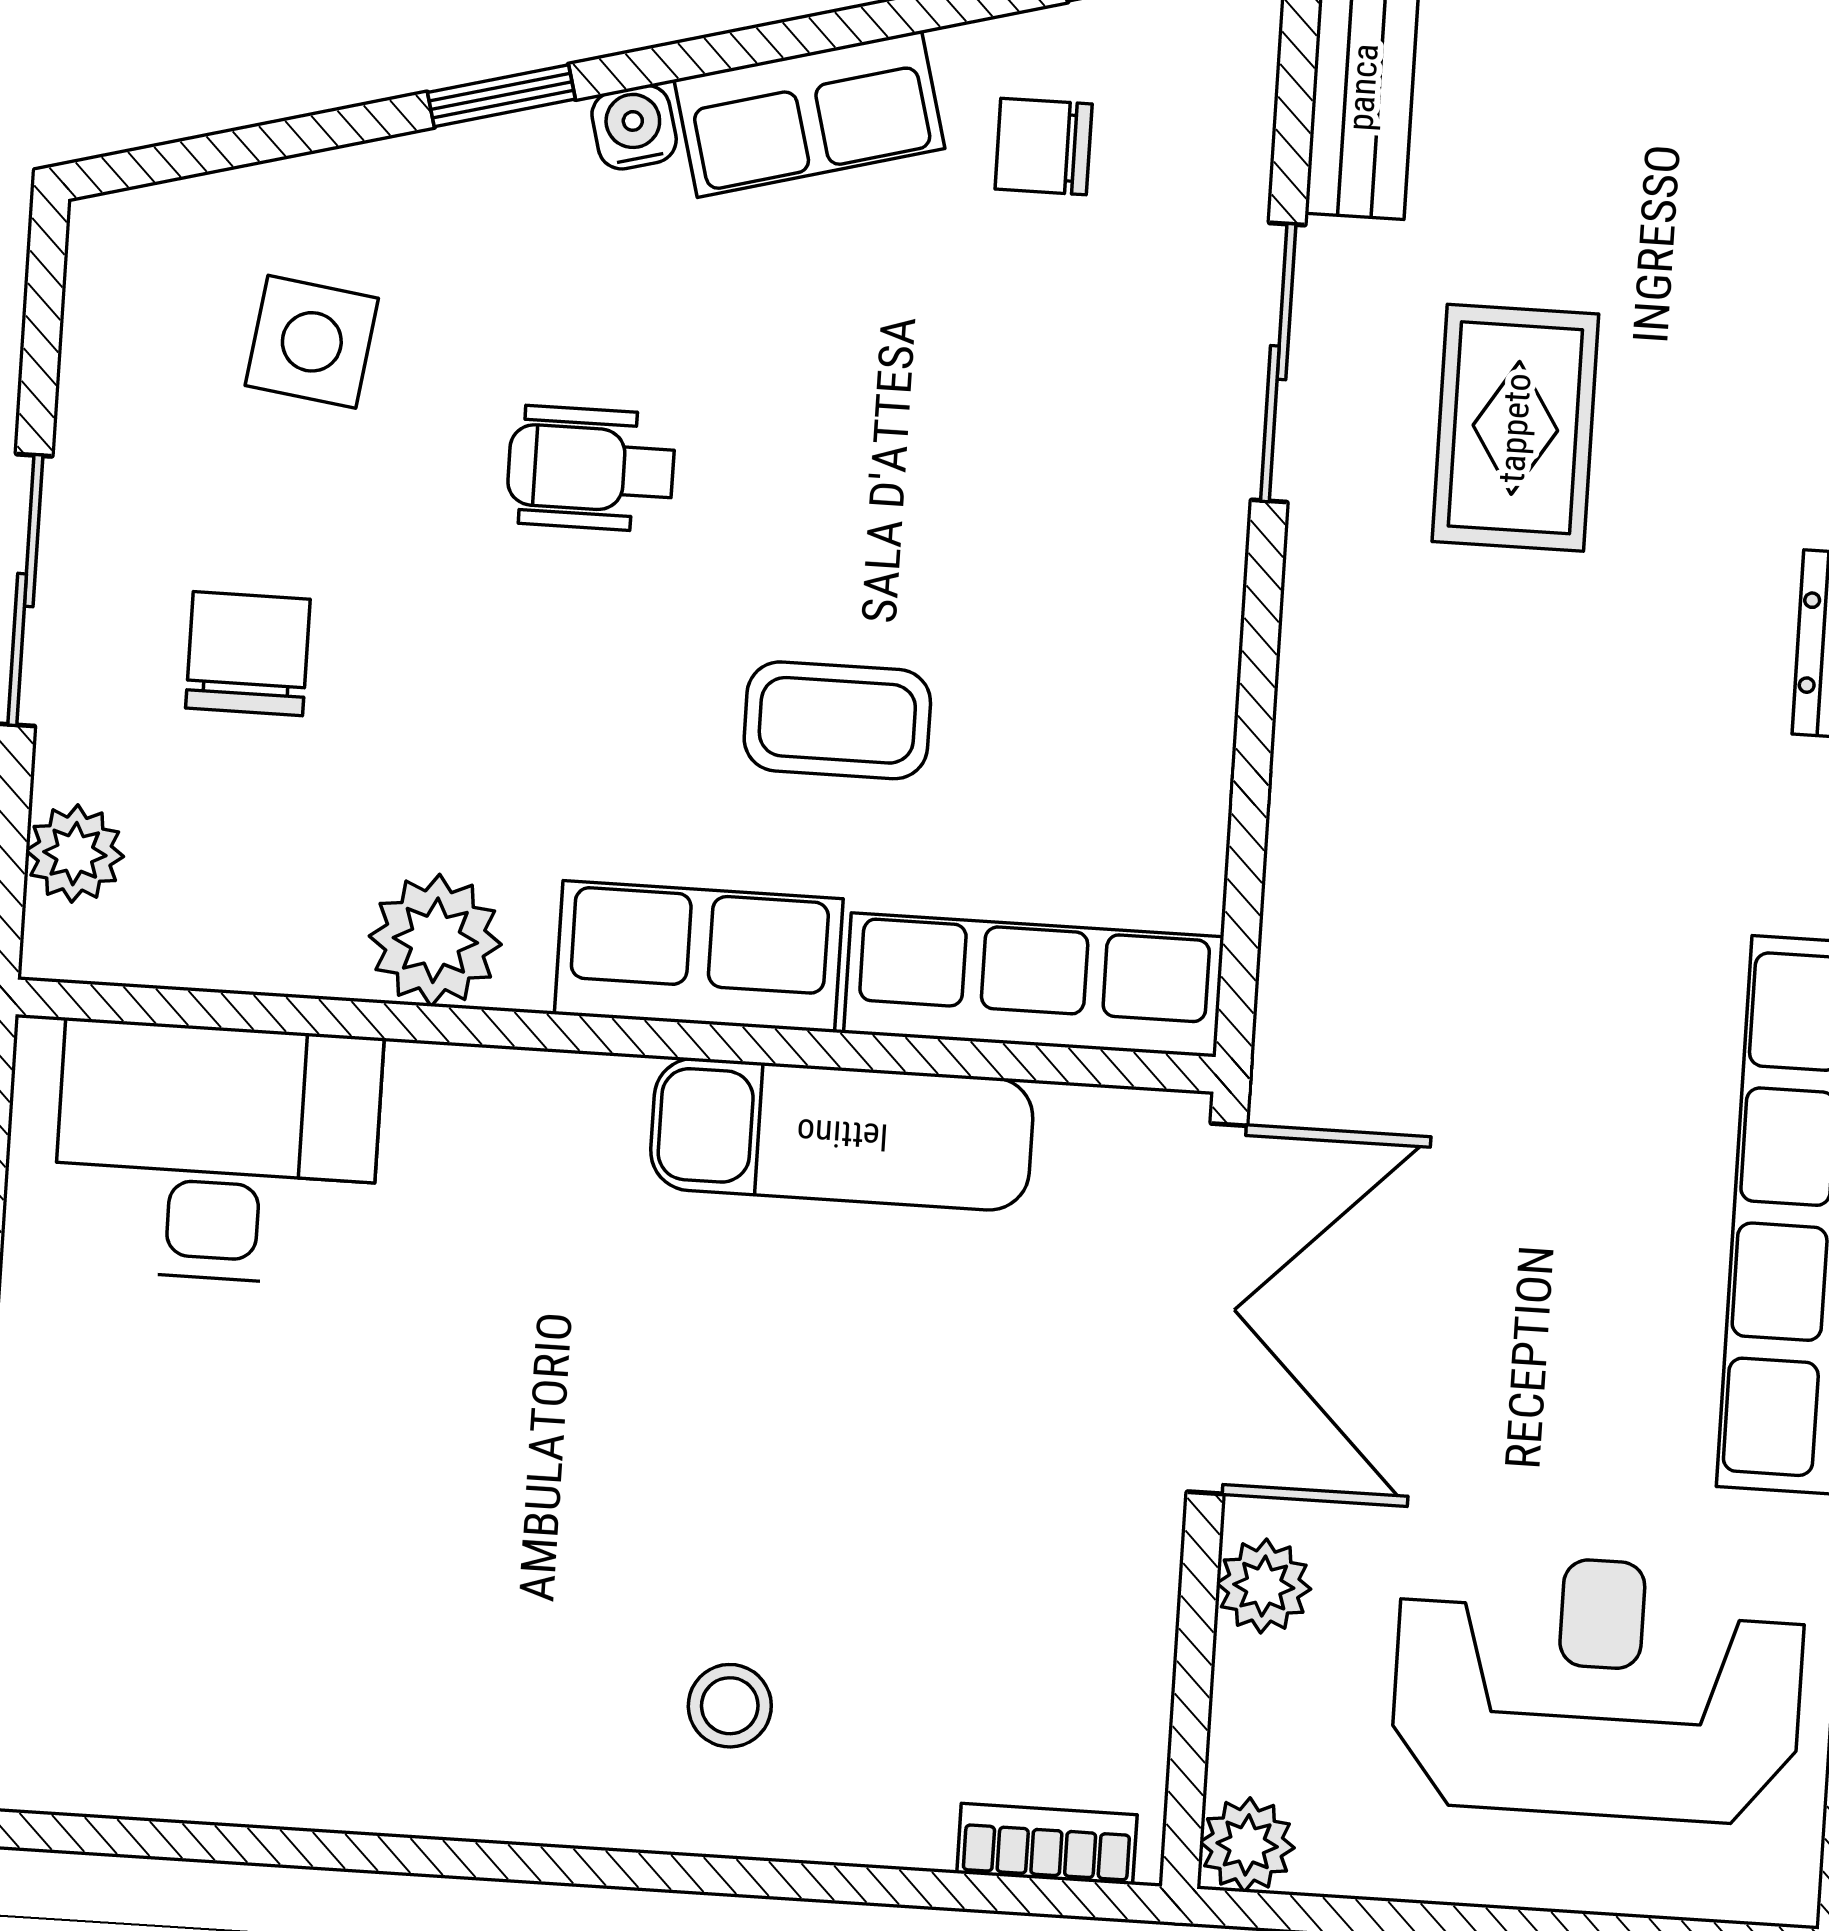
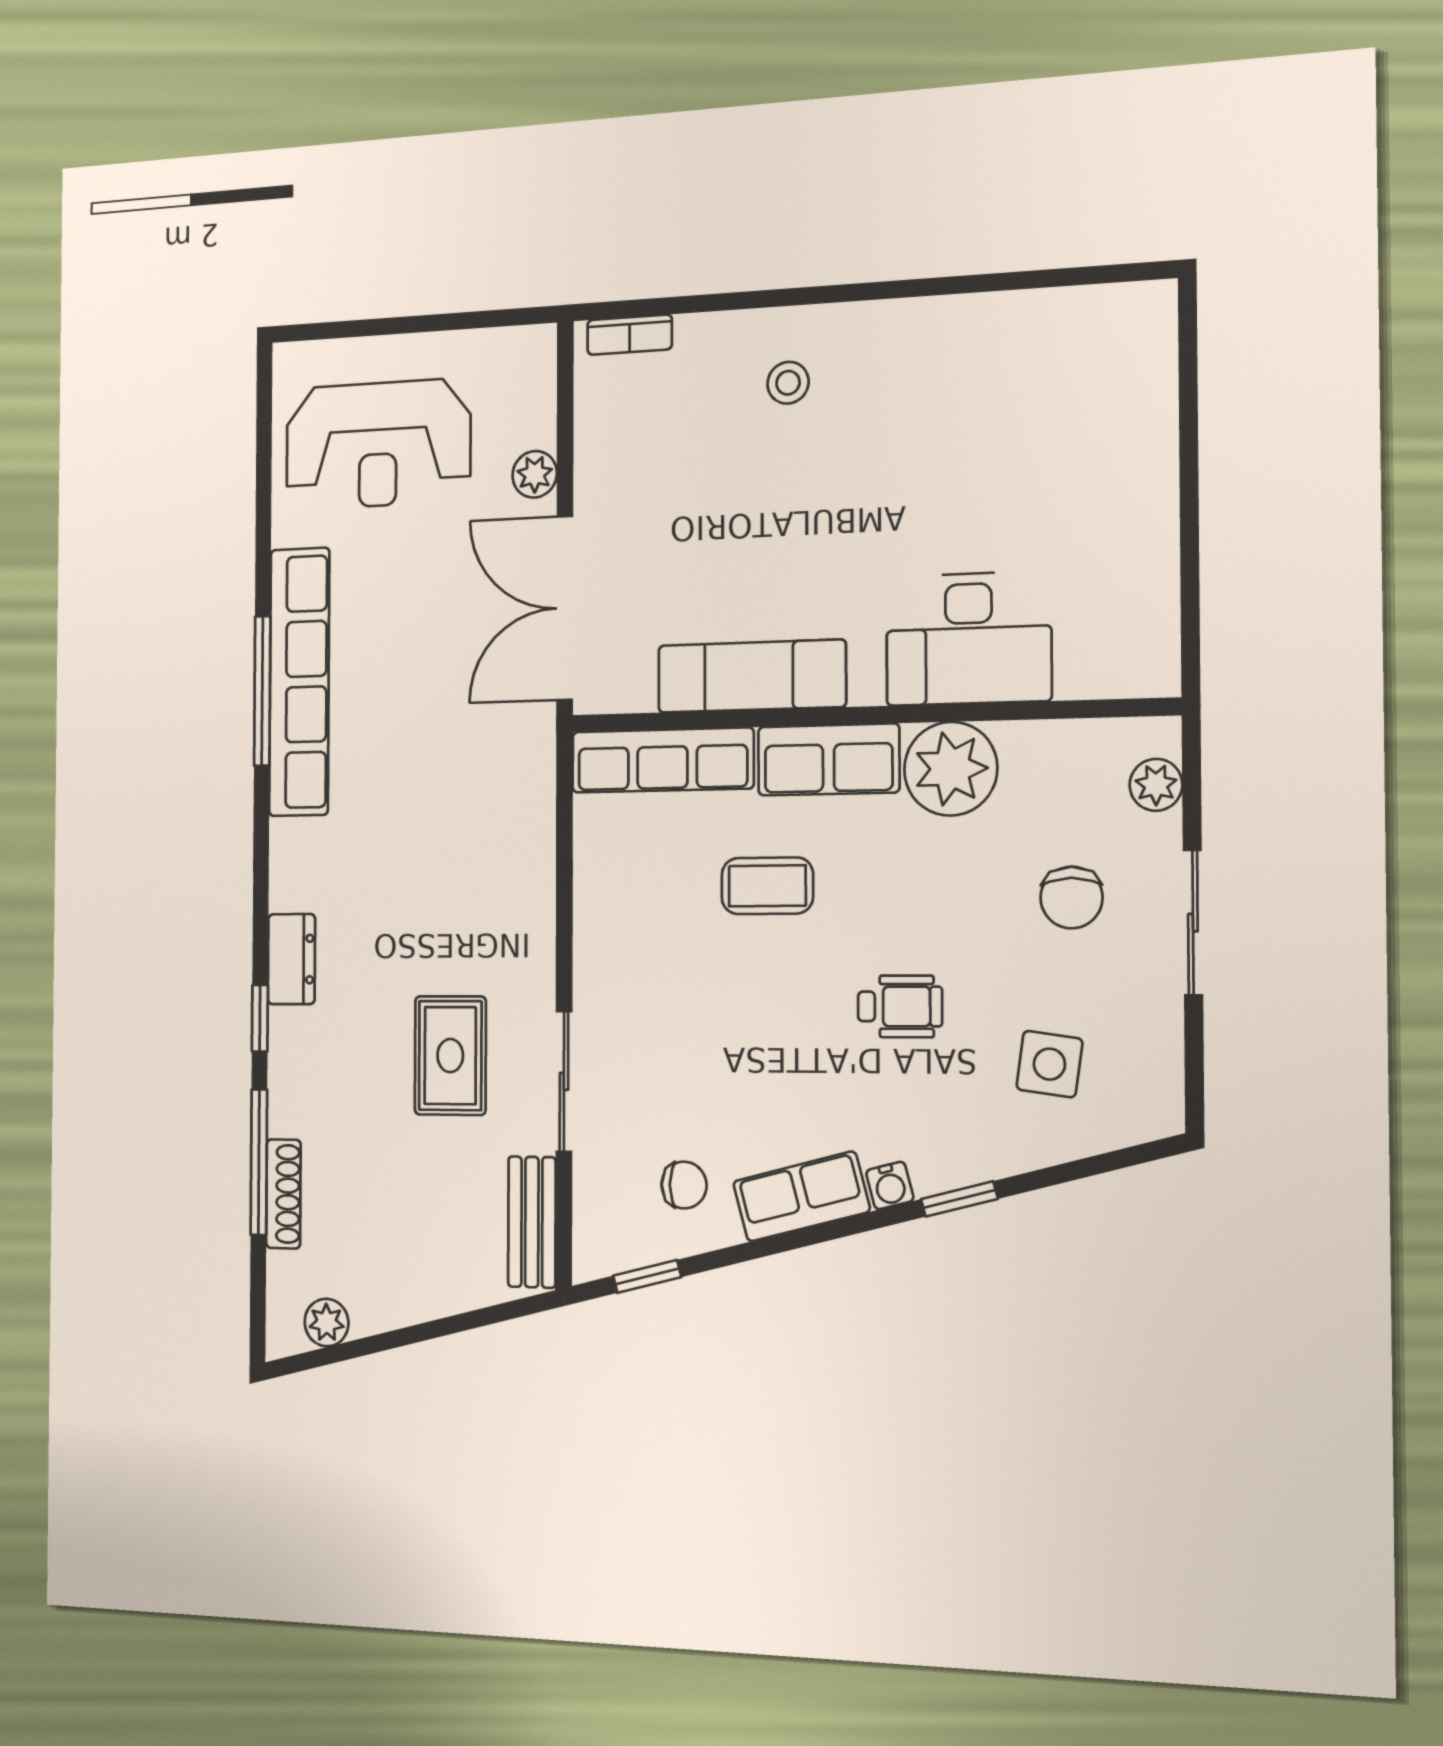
plant: (435, 940) -> (951, 769), width x1.36, depth x1.36
desk: (217, 1153) -> (969, 639), moved
plant: (1247, 1845) -> (535, 347), removed

